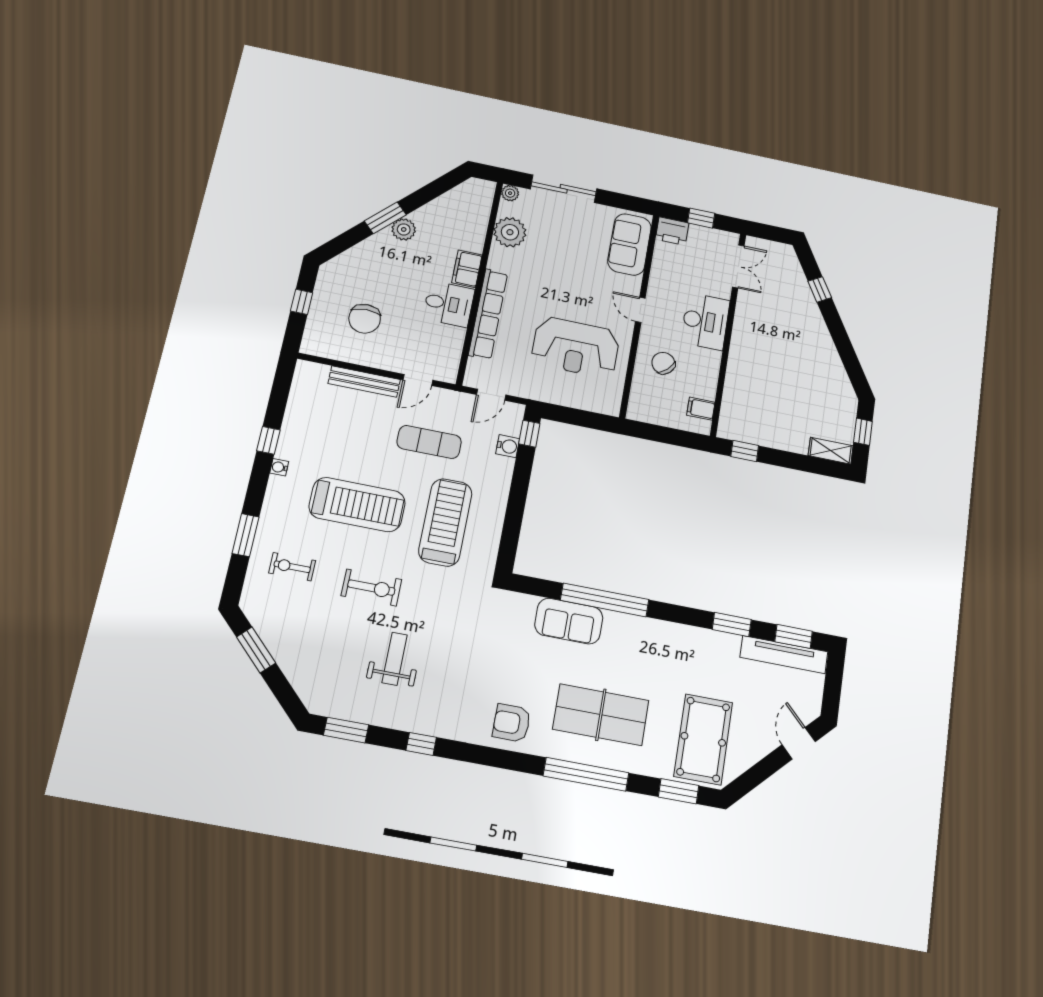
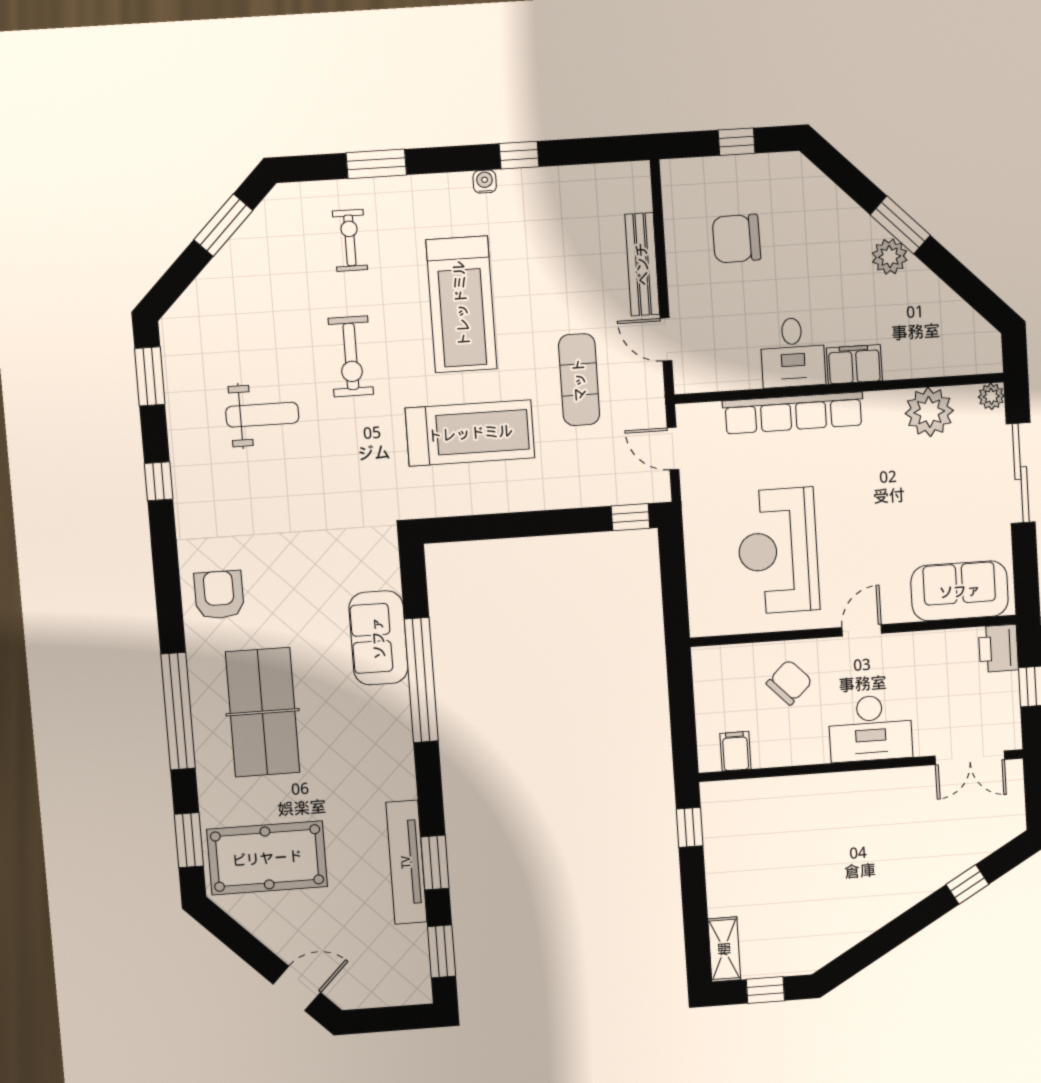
water cooler: (508, 446) -> (604, 491), removed
tv unit: (784, 655) -> (406, 862), moved

